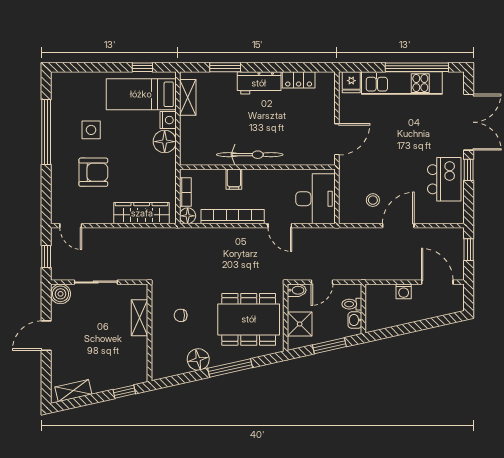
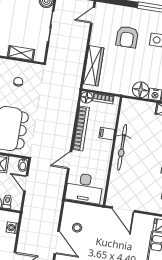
washing machine: (404, 291) -> (12, 228), moved

